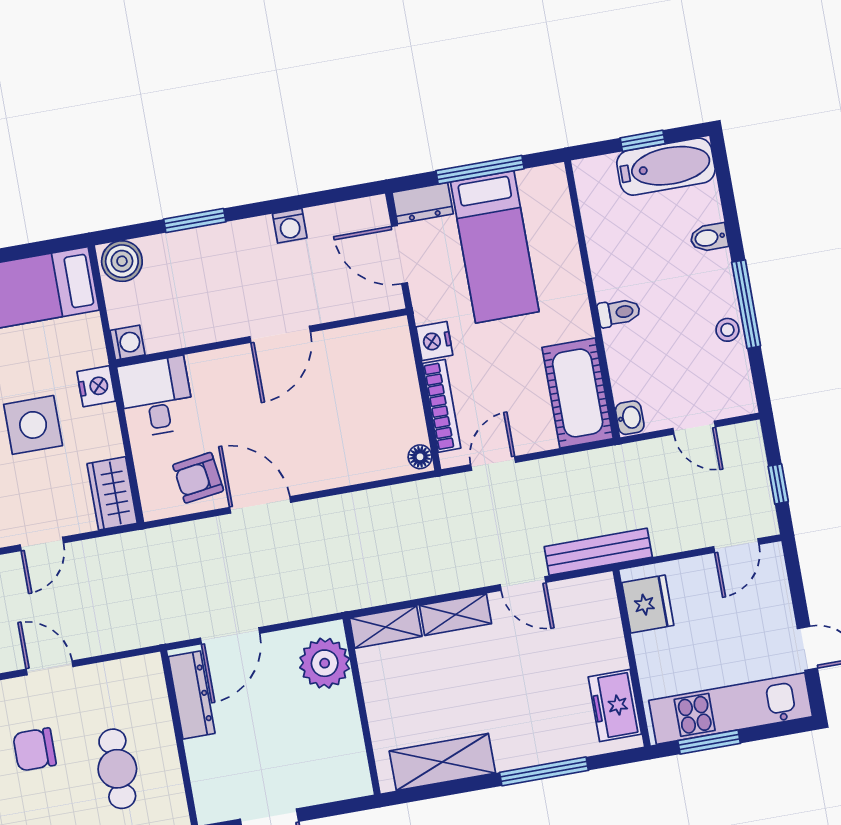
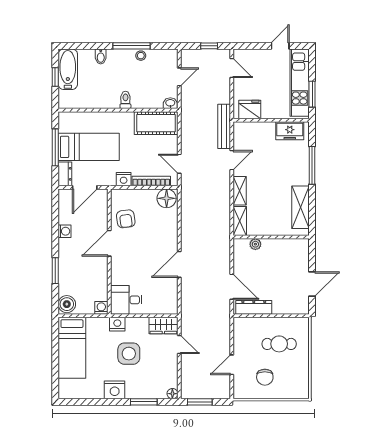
door: (280, 334) -> (109, 243), swing flipped
floor lamp: (420, 457) -> (167, 198), width x1.89, depth x1.89
armchair: (198, 478) -> (126, 219), moved
door: (42, 544) -> (179, 345), moved
plant: (325, 663) -> (255, 244), width x0.53, depth x0.53

